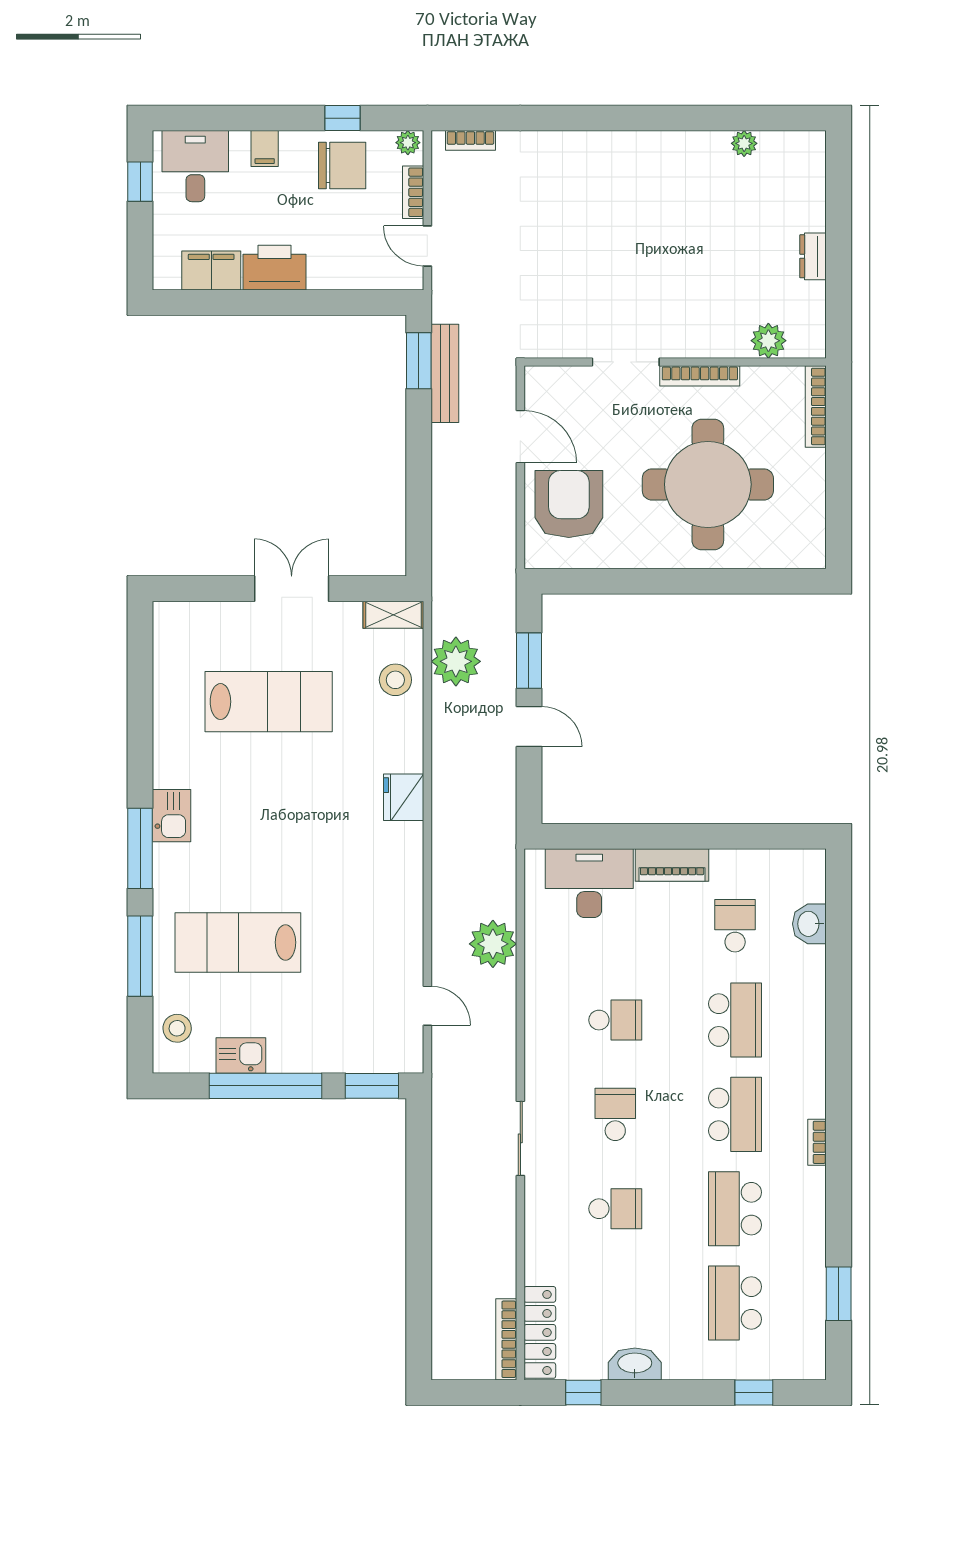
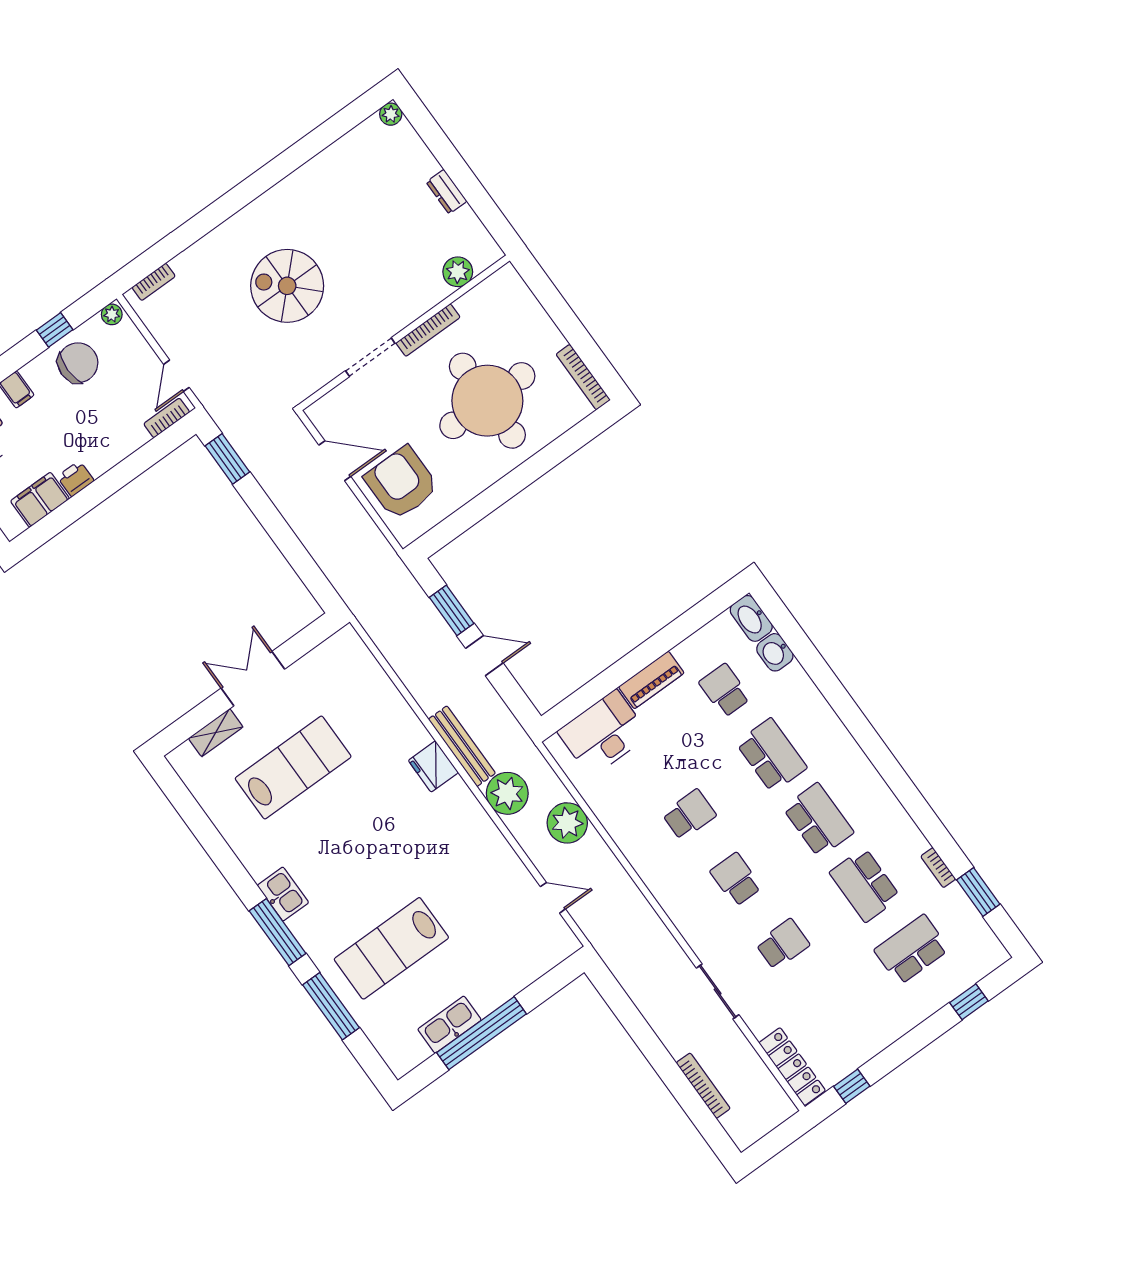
plant: (744, 143) -> (391, 114), moved
bookcase: (413, 192) -> (167, 418), moved, turned 90
spiral stairs: (595, 236) -> (287, 286), added
door: (427, 246) -> (176, 376), hinge flipped
printer: (274, 268) -> (76, 479), width x0.53, depth x0.68
bench: (445, 373) -> (462, 746), moved
bookcase: (816, 406) -> (583, 377), moved
shelving: (393, 615) -> (216, 733), moved
plant: (456, 661) -> (507, 793), moved
stool: (395, 680) -> (369, 690), removed
stool: (177, 1028) -> (392, 1037), removed
kitchen sink: (241, 1056) -> (449, 1025), width x1.38
window: (372, 1086) -> (554, 981), removed
sliding door: (520, 1138) -> (718, 991), moved
bookcase: (817, 1142) -> (938, 868), moved
school desk: (735, 1303) -> (912, 950), turned 90
bookcase: (506, 1339) -> (703, 1086), moved, turned 180
washbasin: (635, 1364) -> (751, 618), moved, turned -90

